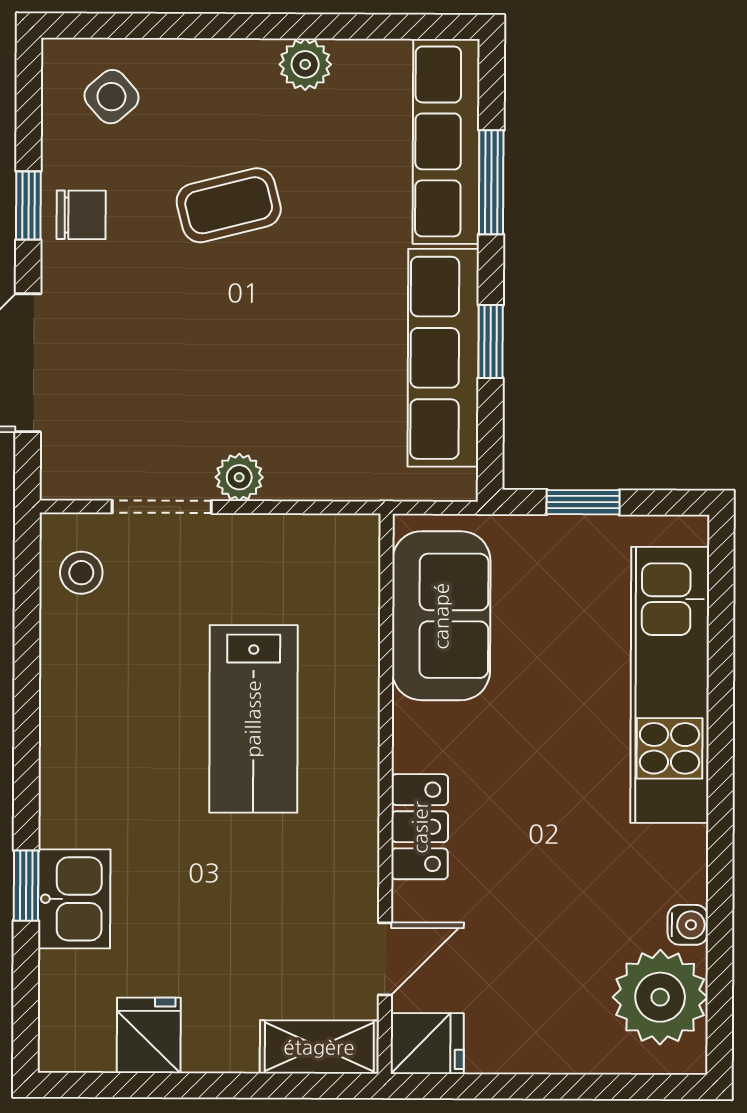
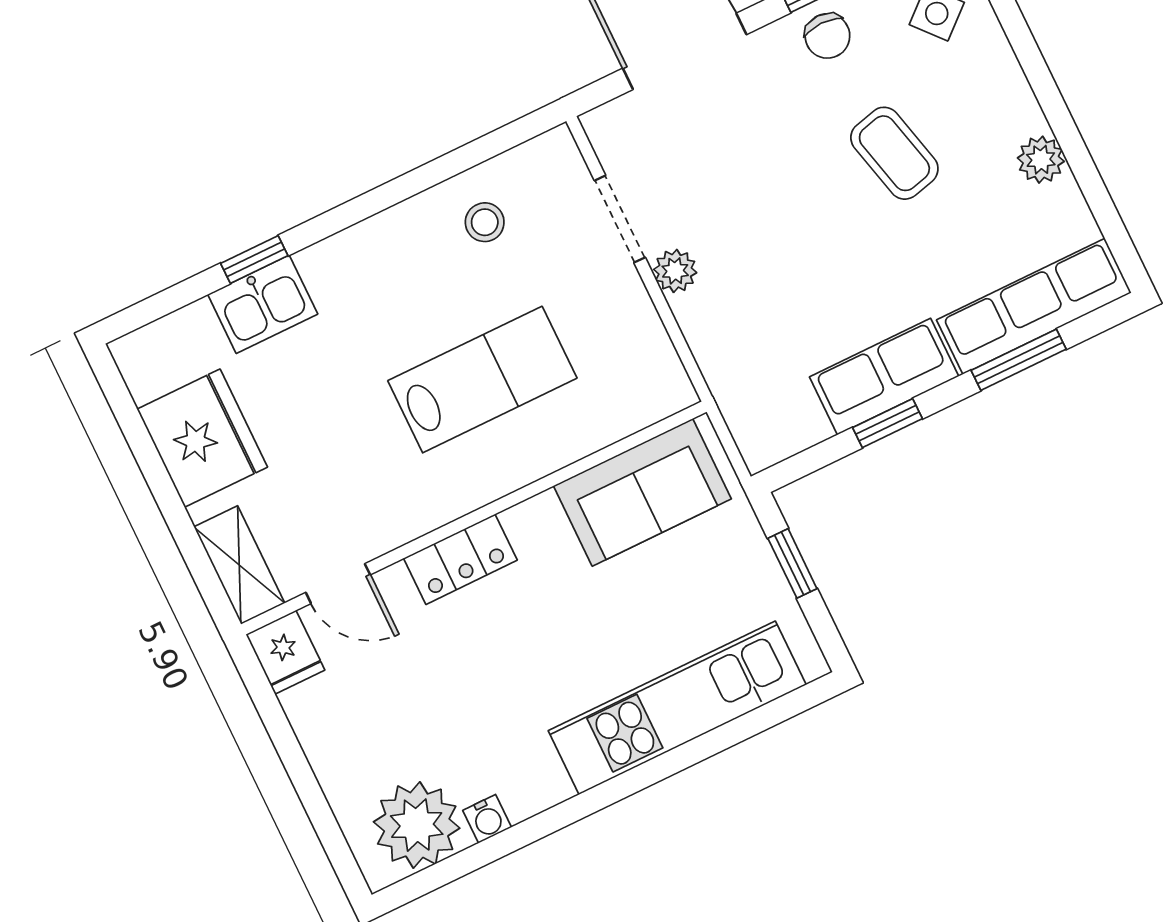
row of seats: (443, 358) -> (884, 377), width x0.68
stool: (81, 573) -> (485, 222), moved
lab bench: (253, 719) -> (482, 379), turned 180
fridge: (149, 1035) -> (202, 438), width x1.88, depth x1.34

